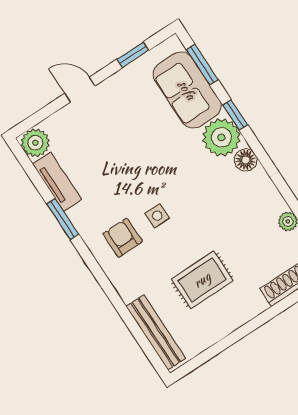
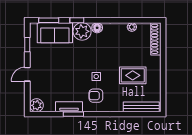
tv unit: (57, 182) -> (69, 107), moved
rug: (202, 280) -> (133, 75), turned 90

